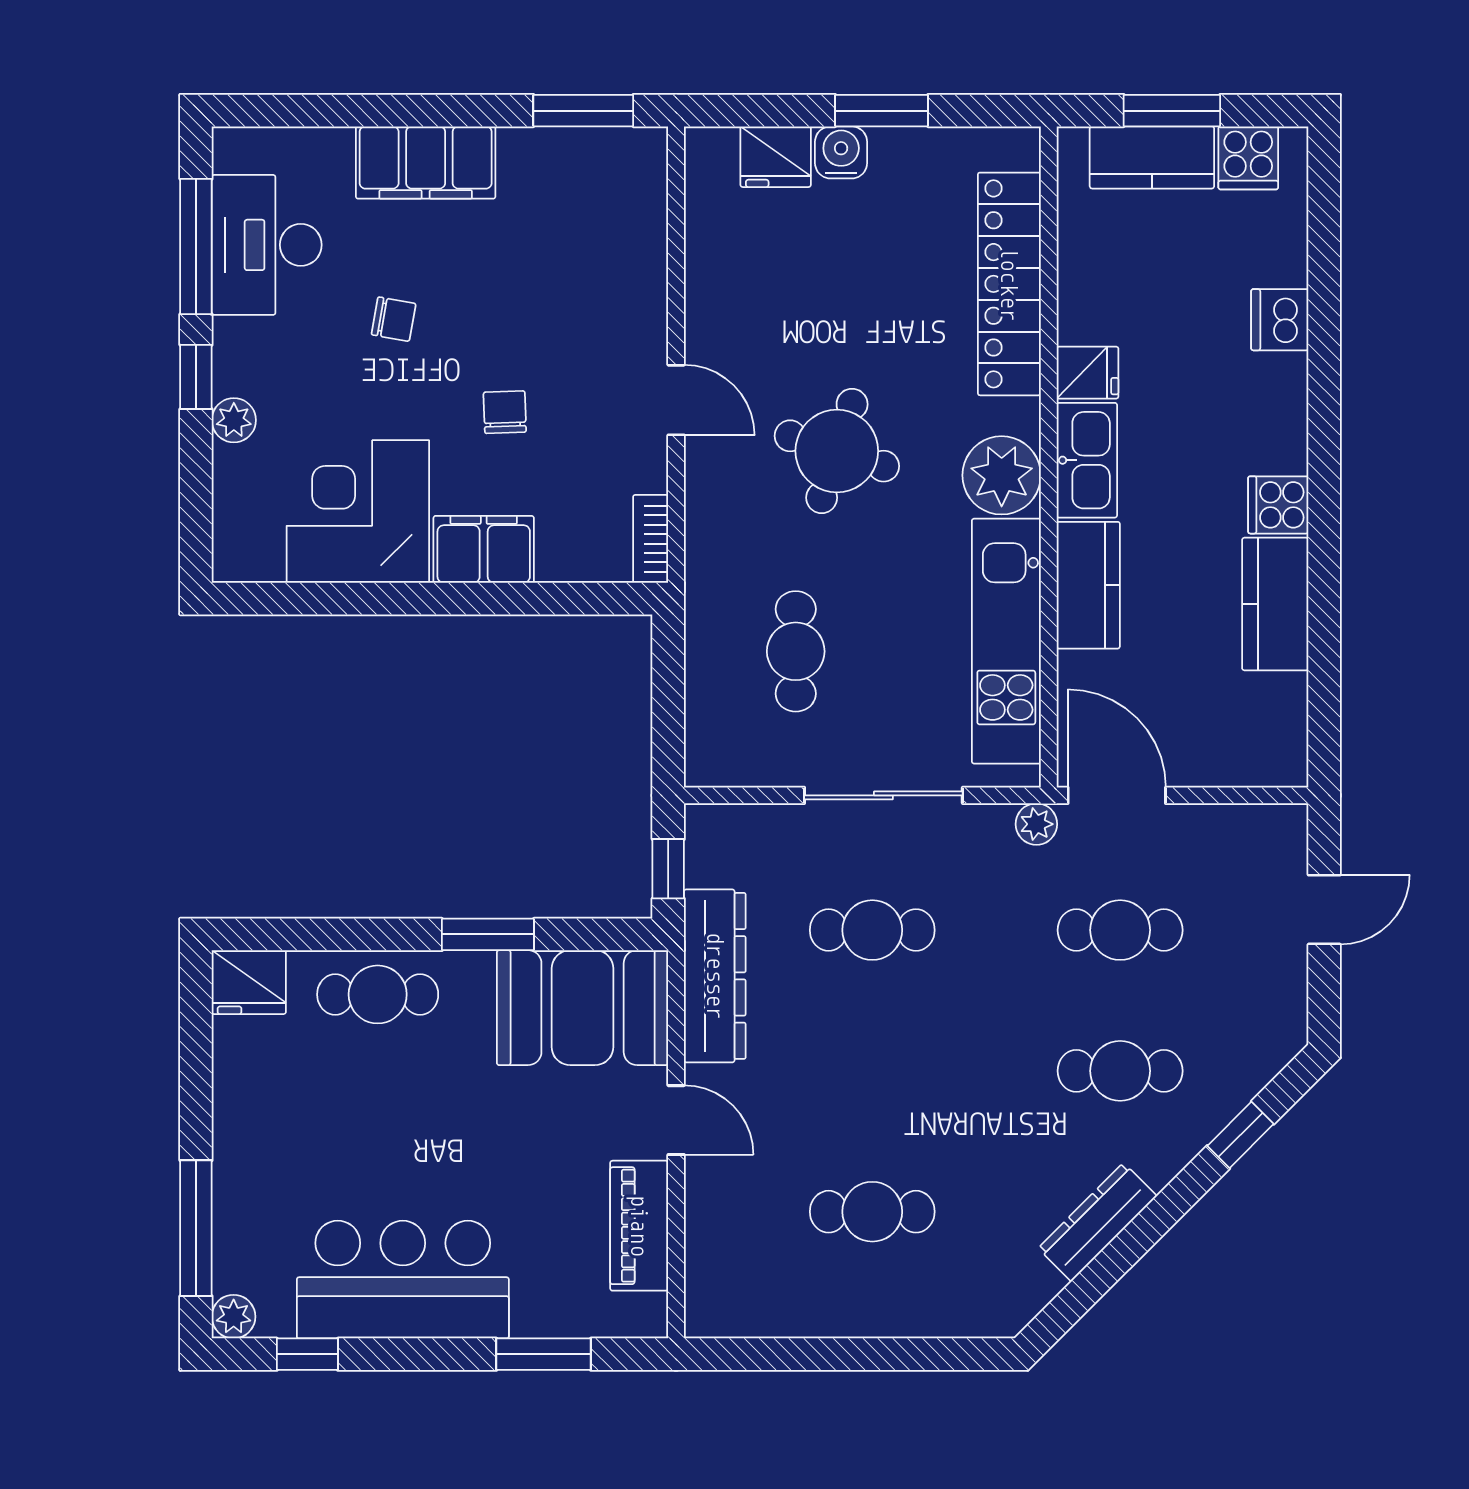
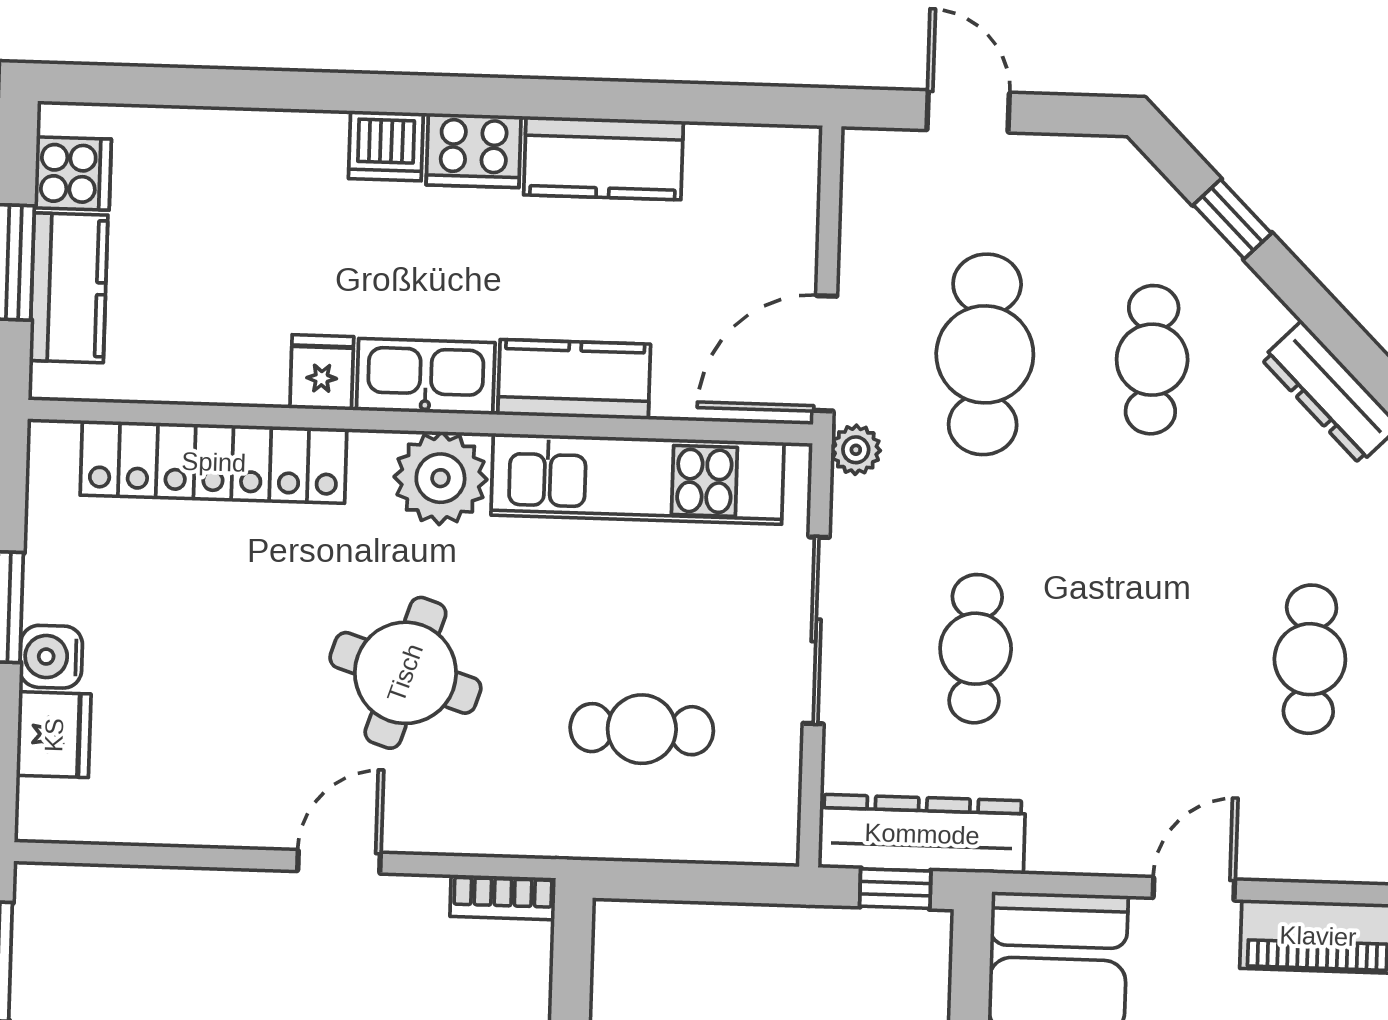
dishwasher: (1280, 320) -> (386, 146), moved
cooker: (1278, 505) -> (474, 150), width x1.36
cafe table: (1120, 930) -> (985, 354), width x1.37, depth x1.35
dresser: (715, 976) -> (922, 834), moved

